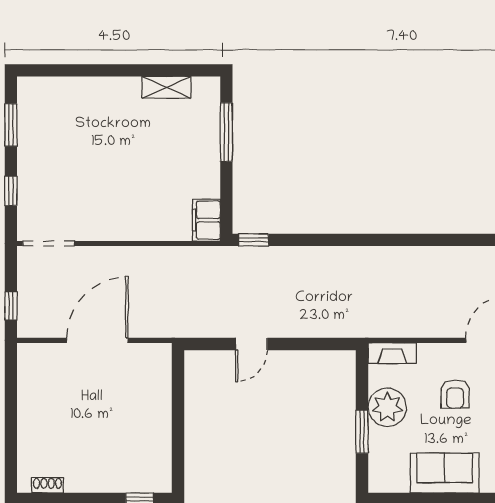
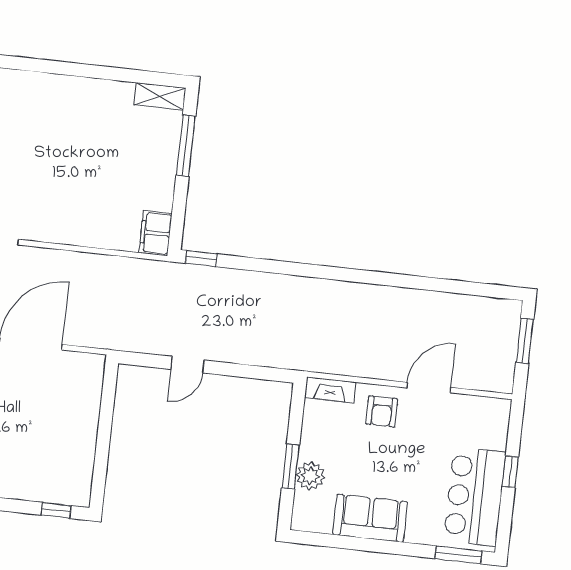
shelving: (166, 87) -> (160, 96), moved
armchair: (455, 394) -> (382, 411), moved
plant: (387, 407) -> (310, 476), moved, width x0.73, depth x0.73

